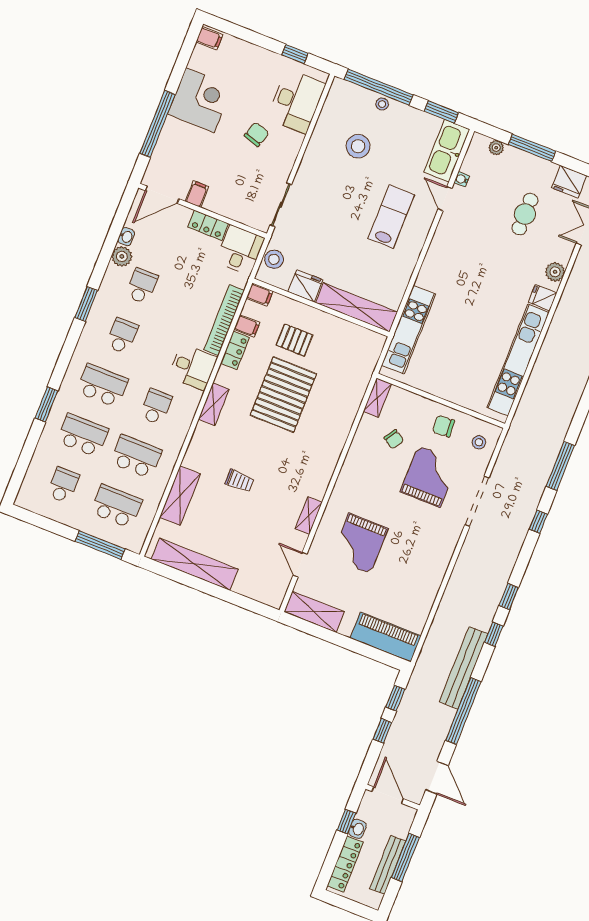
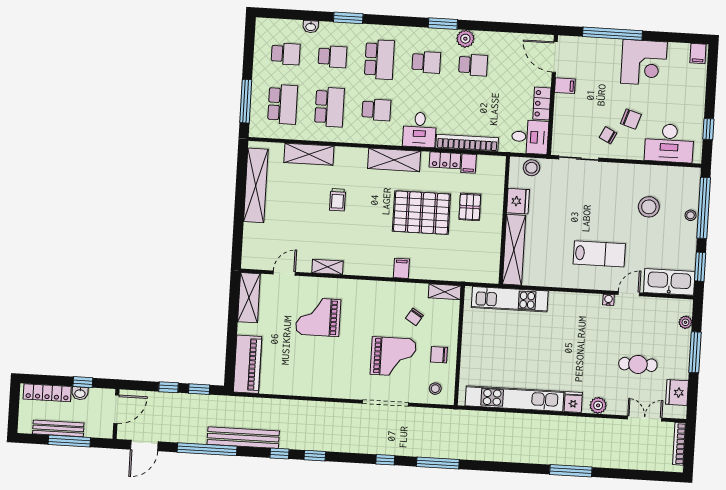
chair: (266, 165) -> (608, 135), added
water cooler: (462, 179) -> (608, 300), moved
washbasin: (126, 237) -> (311, 27), moved
plant: (122, 256) -> (465, 39), moved
filing cabinet: (260, 295) -> (401, 268), moved, turned 180
shelving: (214, 404) -> (394, 160), width x1.50, depth x1.33
chair: (444, 426) -> (439, 355), turned -86
school desk: (83, 435) -> (332, 57), width x0.54

